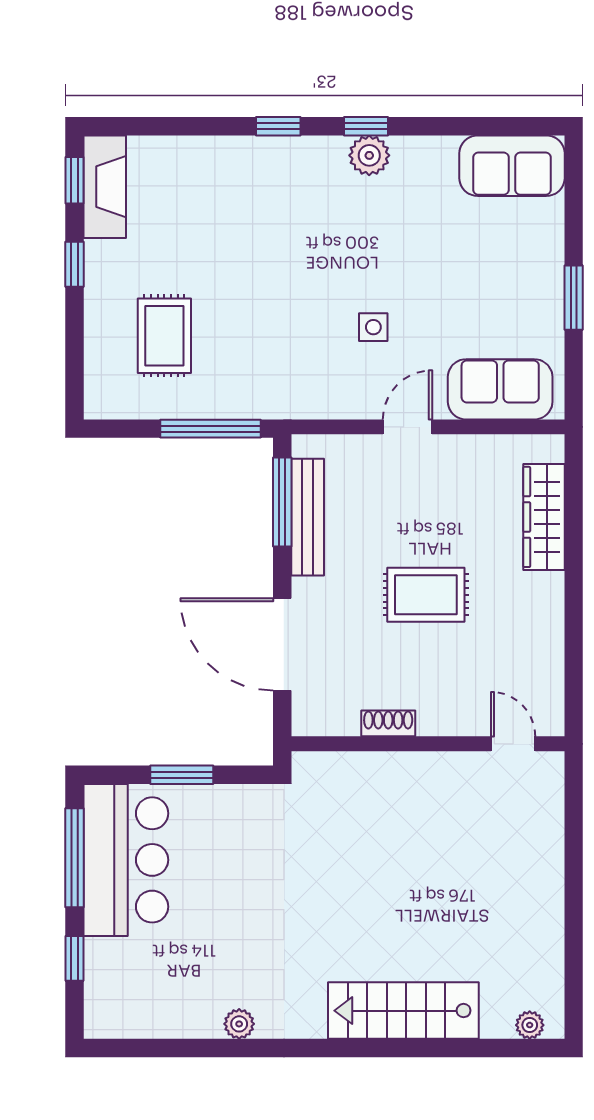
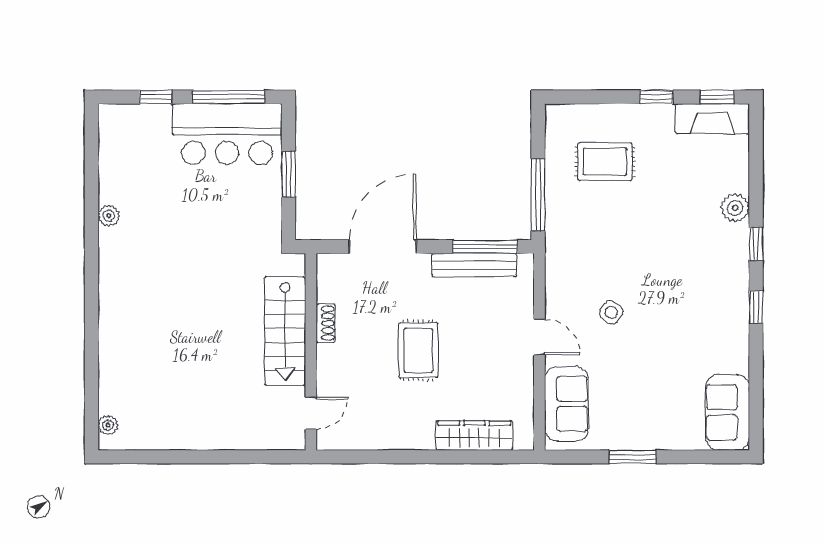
plant: (369, 155) -> (735, 208), moved
side table: (373, 327) -> (611, 312), turned 36
stairs: (403, 1011) -> (285, 331), moved, turned 180

